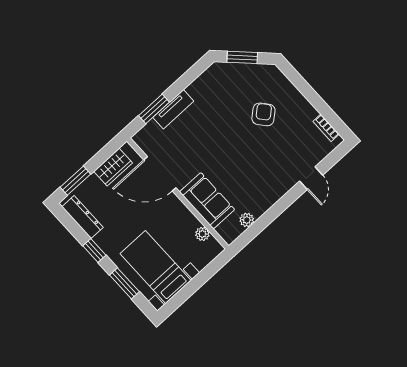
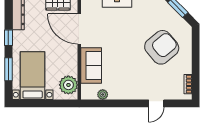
armchair: (263, 114) -> (162, 47), width x1.88, depth x1.88
plant: (202, 234) -> (68, 85), width x1.88, depth x1.88

